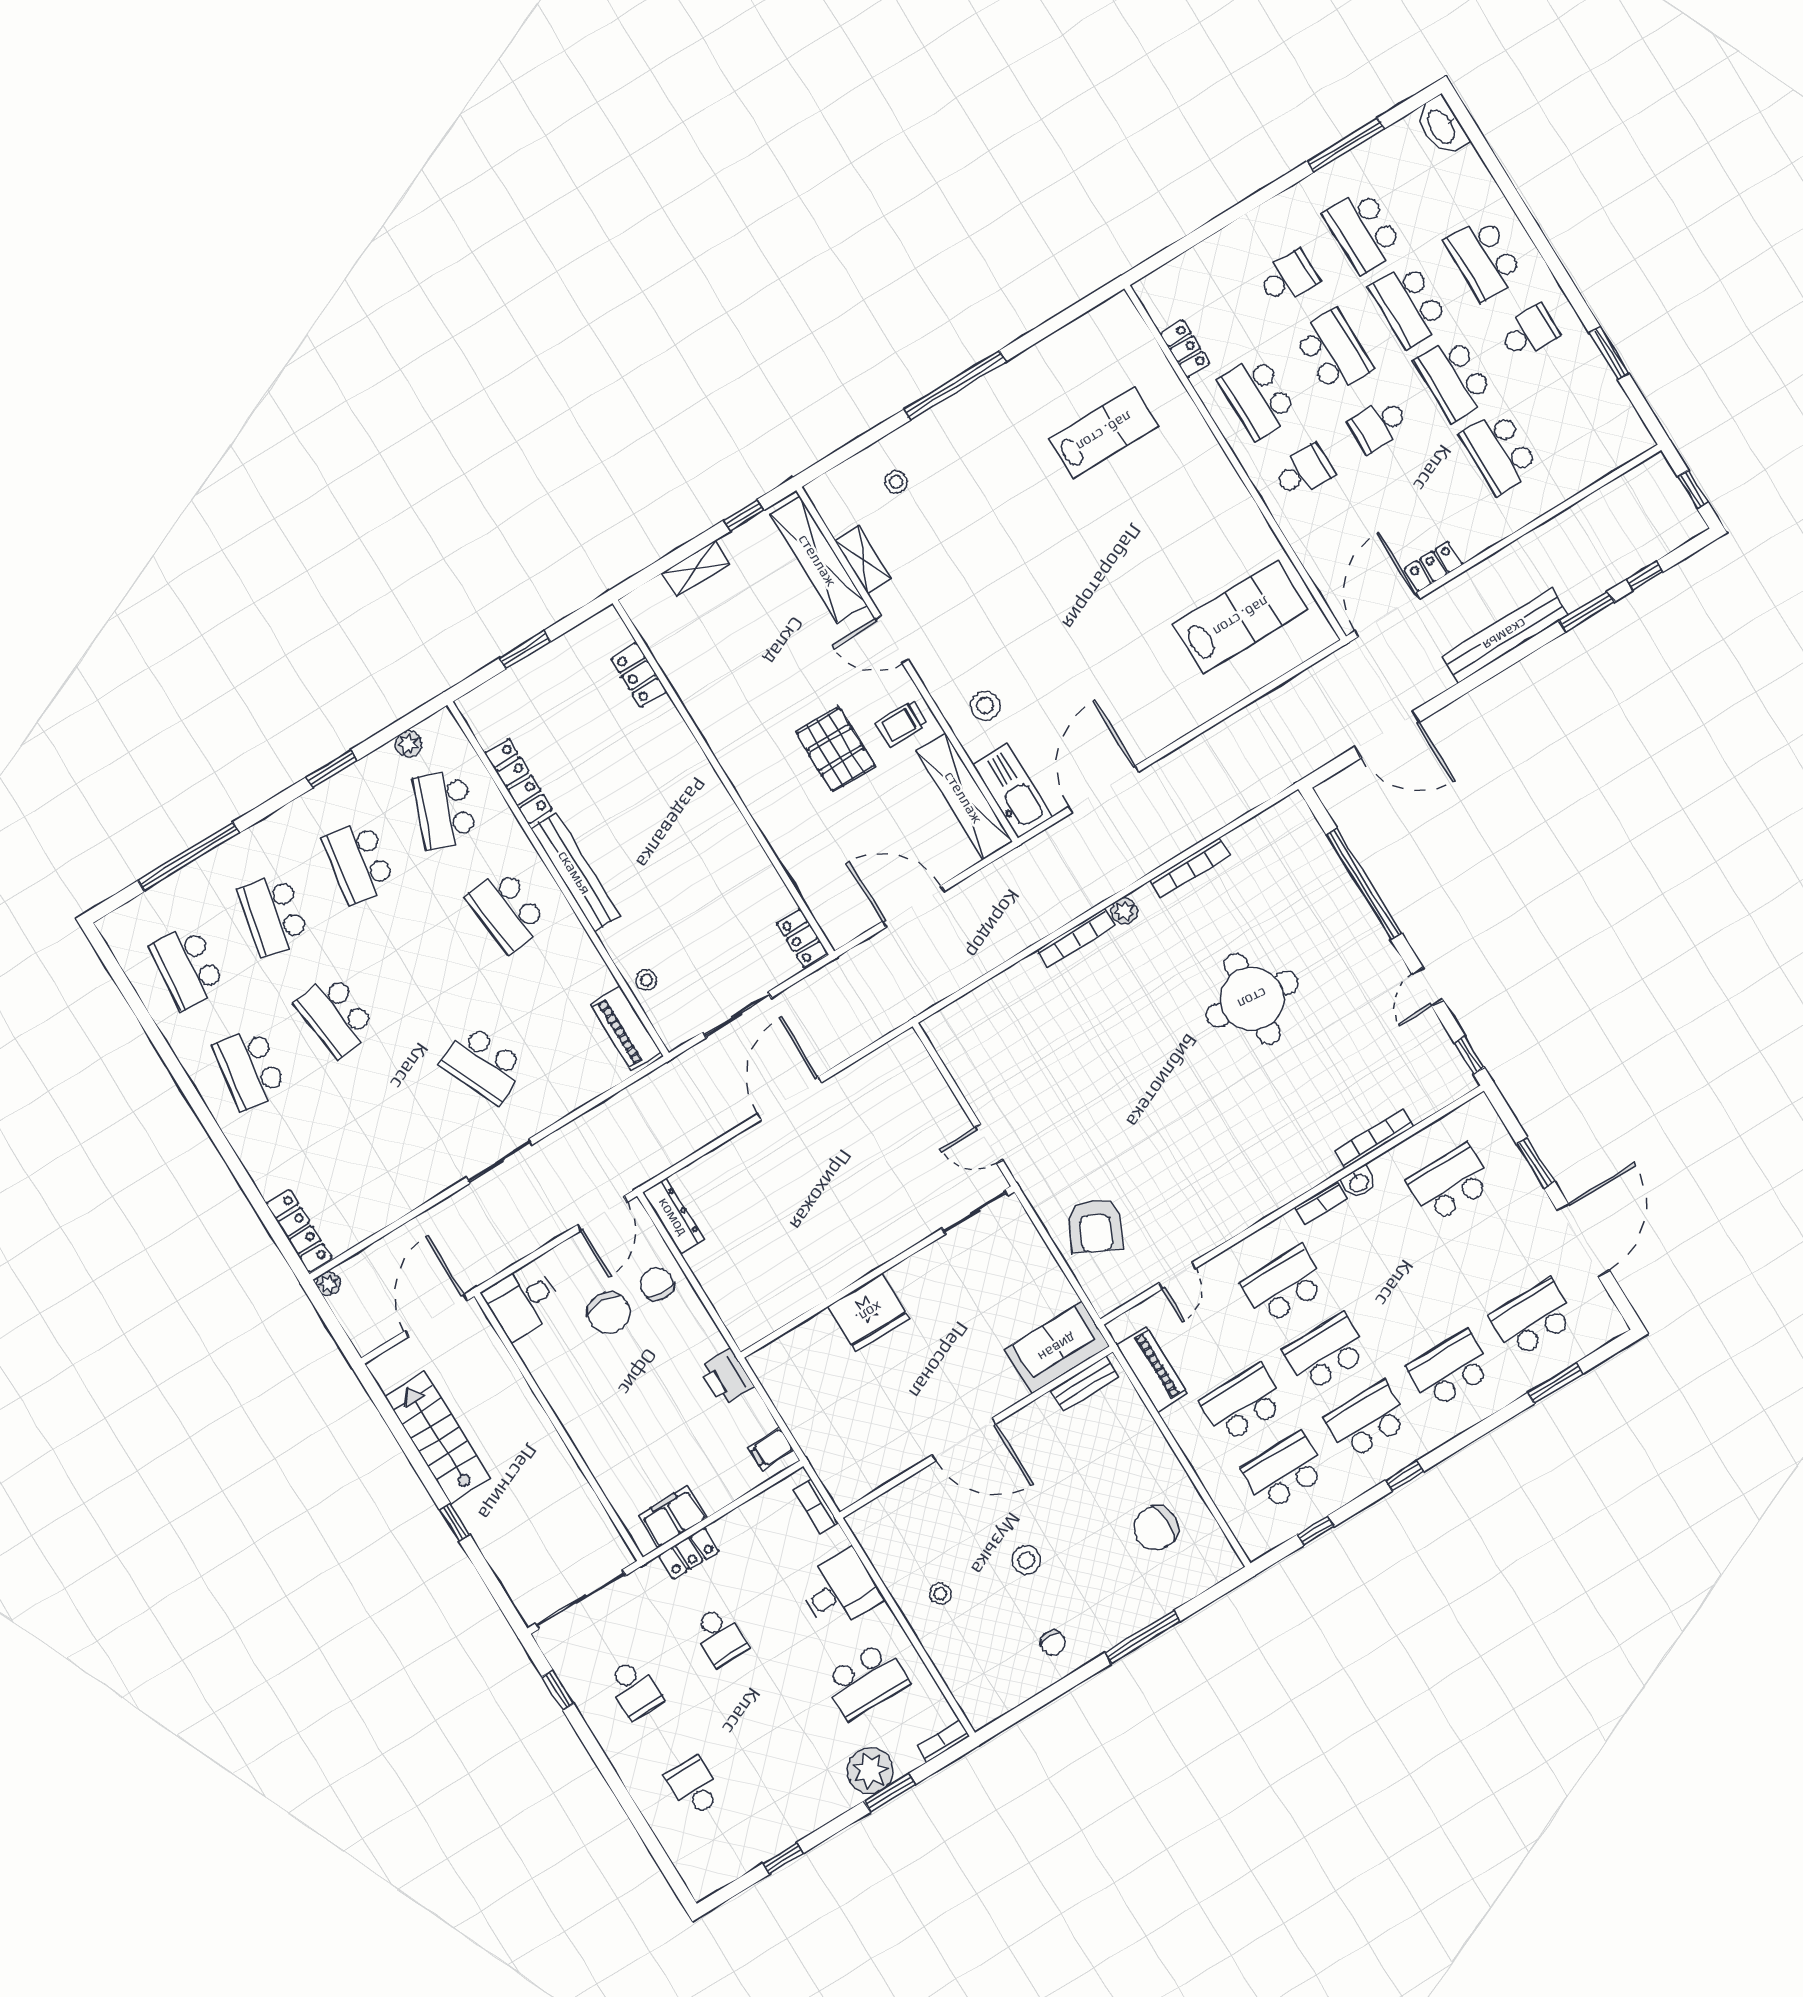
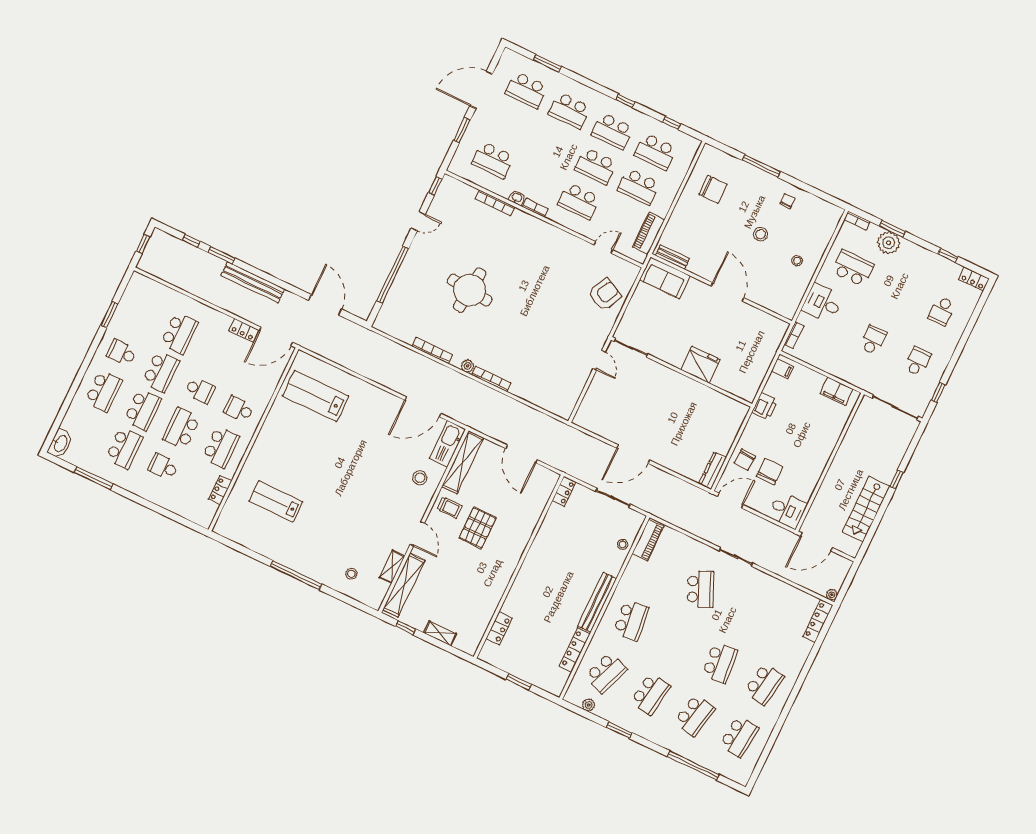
locker: (689, 1553) -> (974, 279), moved, turned 180

